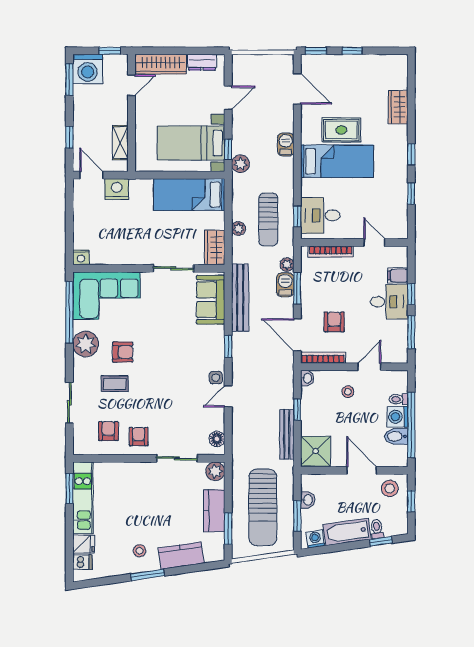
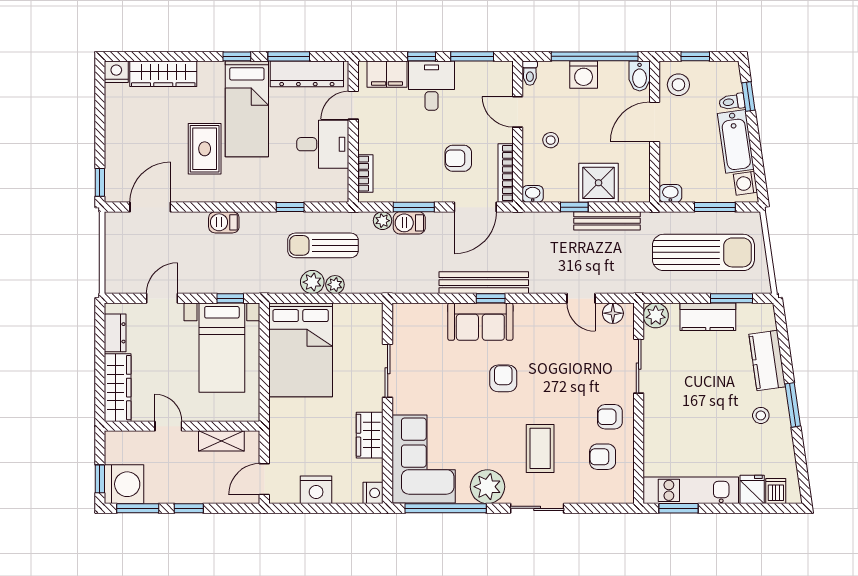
window: (110, 51) -> (100, 479), moved
window: (352, 51) -> (100, 135), removed
nightstand: (400, 63) -> (116, 72), added
door: (131, 85) -> (168, 426), moved
door: (228, 98) -> (162, 298), hinge flipped
wardrobe: (398, 107) -> (163, 74), width x1.50
window: (69, 137) -> (189, 508), moved
bed: (337, 161) -> (247, 109), moved, turned 180
plant: (241, 164) -> (312, 282), moved
nightstand: (117, 189) -> (316, 490), moved, turned -90
window: (411, 194) -> (289, 56), width x1.50
bed: (189, 195) -> (301, 350), width x1.50
dresser: (398, 207) -> (307, 74), added
desk: (320, 215) -> (323, 144), moved, turned -90
window: (297, 216) -> (290, 207), moved
sun lounger: (268, 220) -> (323, 245), turned 180
wardrobe: (215, 247) -> (370, 435), moved, turned 90
bookcase: (331, 252) -> (365, 174), width x0.64
filing cabinet: (398, 275) -> (387, 74), width x2.00
bench: (240, 298) -> (484, 283), moved
sofa: (211, 300) -> (480, 322), moved
armchair: (123, 352) -> (503, 378), moved
side table: (216, 378) -> (532, 315), removed
coffee table: (115, 384) -> (540, 448), width x1.36, depth x1.30
door: (228, 396) -> (581, 298), moved
toilet: (399, 399) -> (530, 73), moved
sliding door: (69, 403) -> (537, 508), moved
bidet: (396, 436) -> (640, 76), moved
shower: (316, 451) -> (599, 183), moved
washbasin: (308, 500) -> (670, 193), moved

